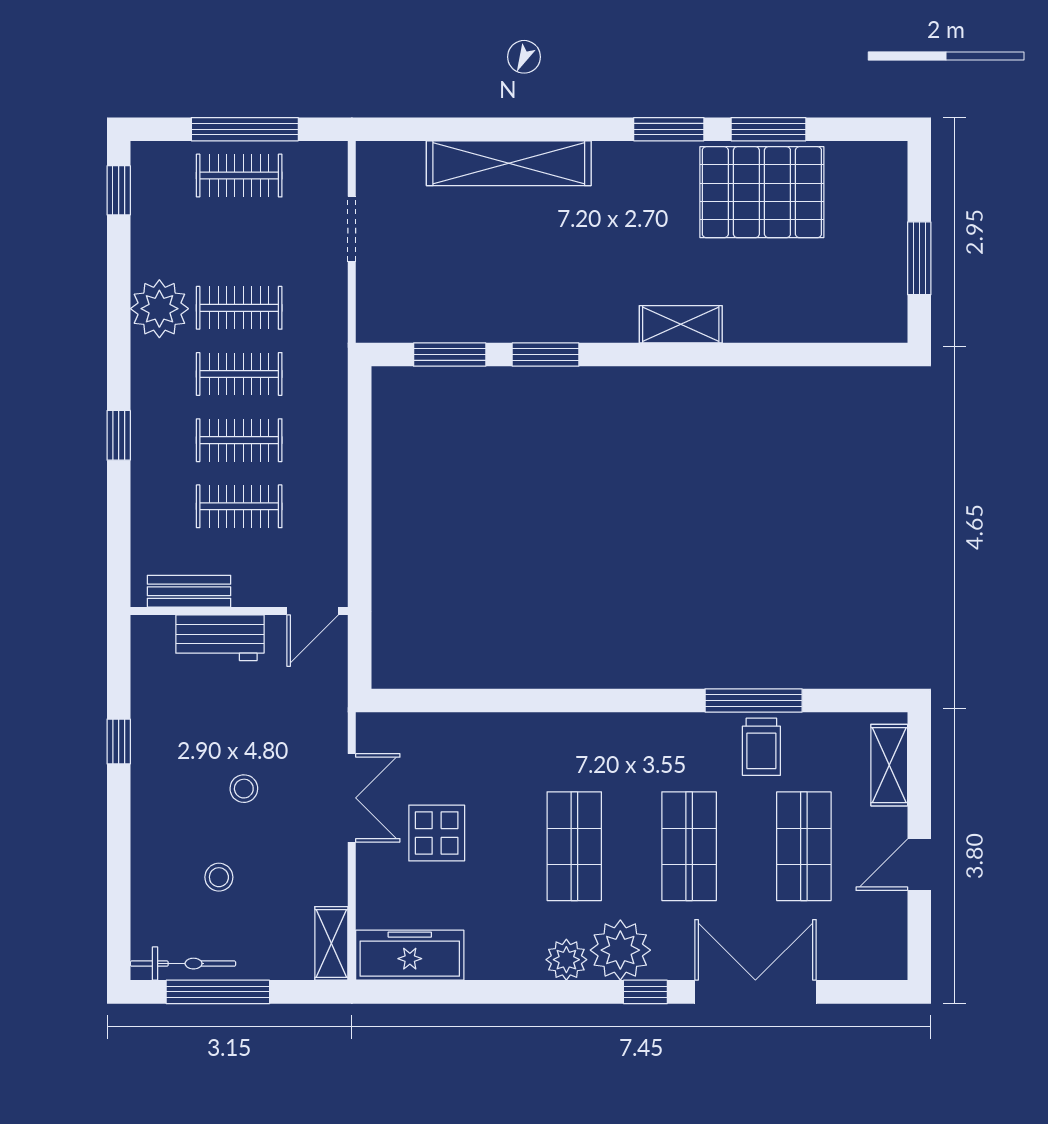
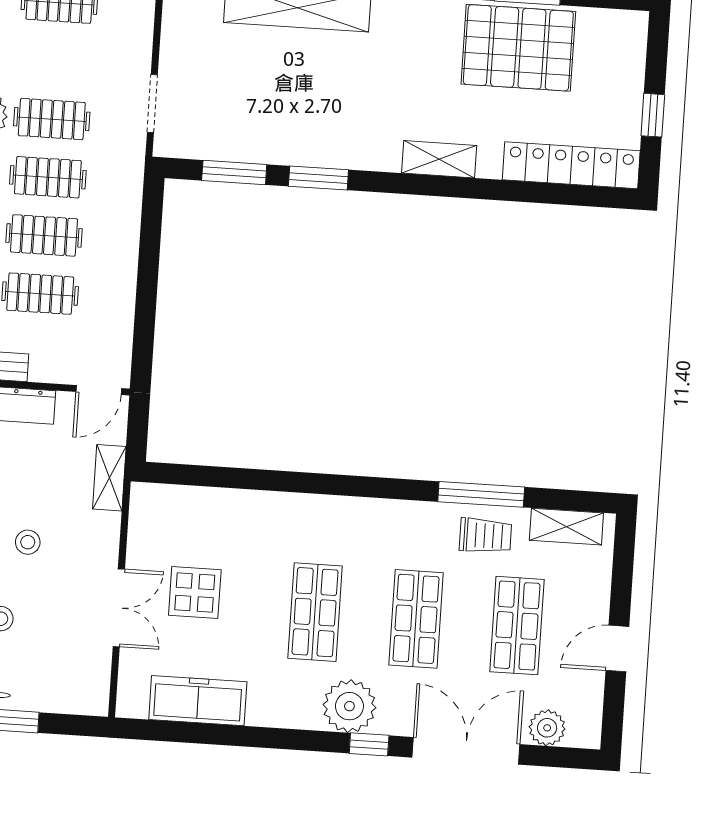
doorway: (352, 229) -> (152, 103), moved
window: (919, 258) -> (653, 115), width x0.67
locker: (831, 321) -> (571, 165), added
trolley: (761, 747) -> (485, 536), turned -90
shelving: (889, 765) -> (566, 527), moved, turned 90
double door: (352, 798) -> (119, 608), moved
shelving: (331, 943) -> (109, 478), moved
freezer: (410, 955) -> (198, 701), moved
plant: (566, 960) -> (547, 728), moved

